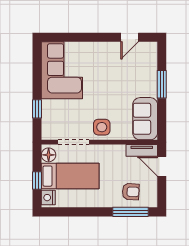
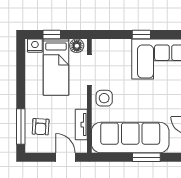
window: (37, 109) -> (141, 35), moved
sofa: (145, 119) -> (130, 138), width x1.85, depth x1.27
tv unit: (142, 150) -> (81, 125), moved
door: (162, 166) -> (66, 157), hinge flipped

